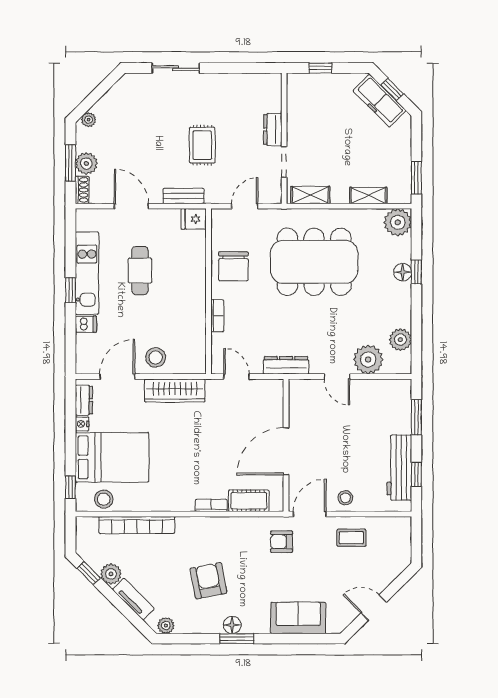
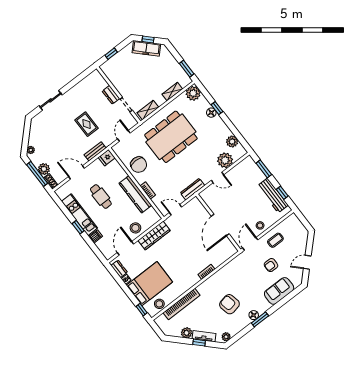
window: (70, 163) -> (37, 174), width x1.44
kitchen counter: (194, 307) -> (135, 194), added
cot: (249, 501) -> (221, 258), removed
armchair: (281, 542) -> (271, 265), moved
window: (89, 573) -> (199, 343), moved

